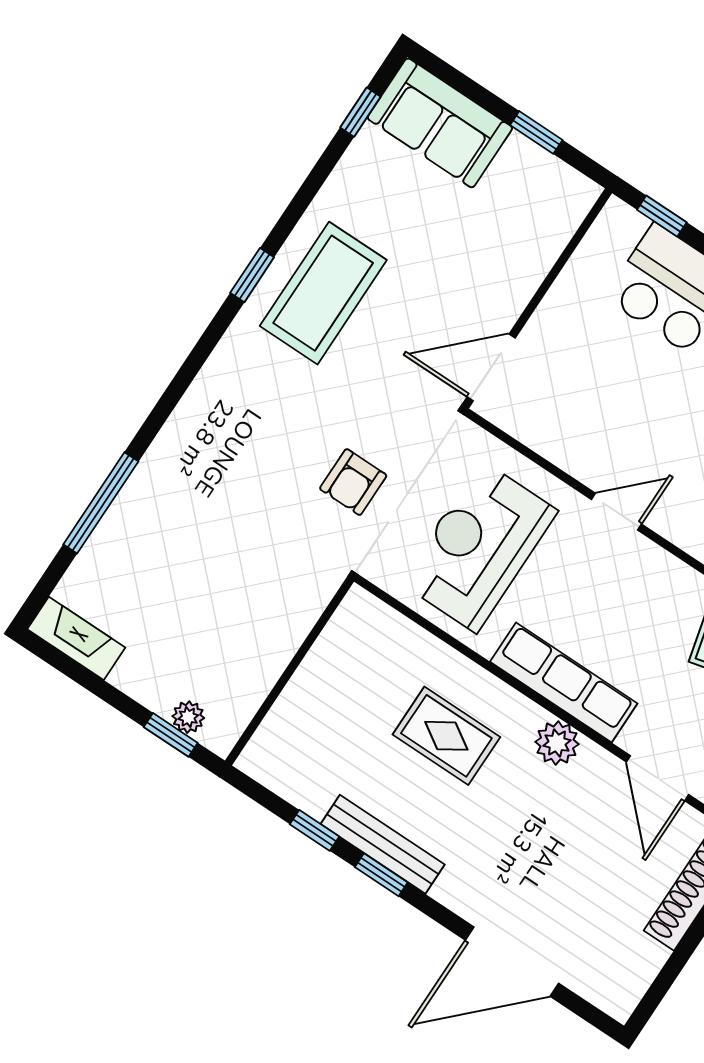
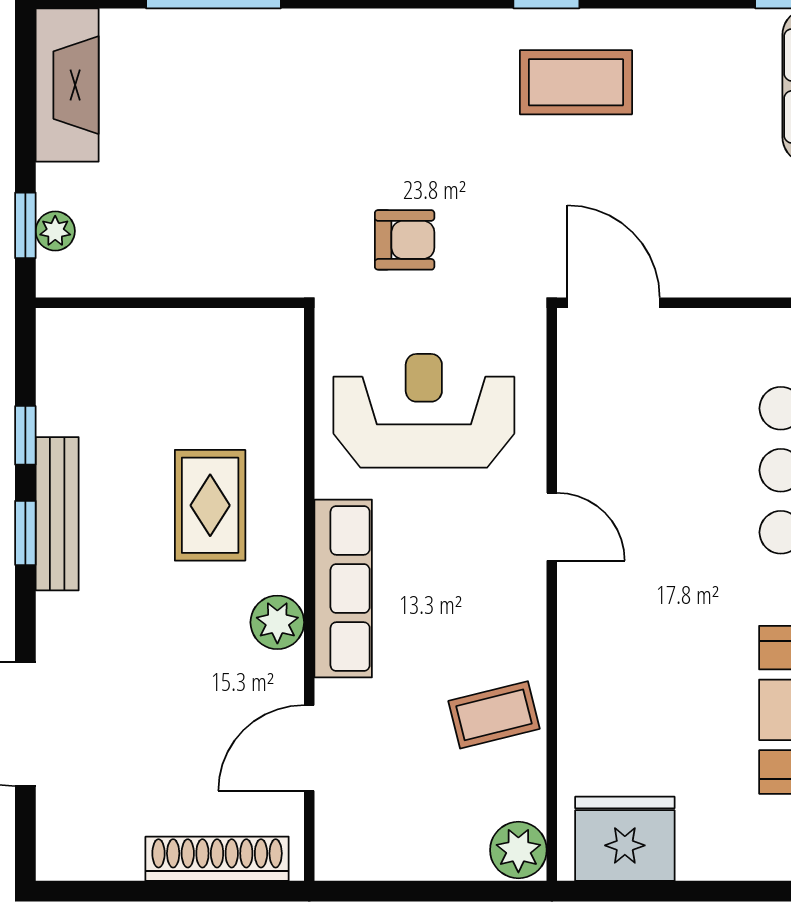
coffee table: (323, 293) -> (576, 82), width x0.73, depth x0.76
armchair: (353, 482) -> (405, 240), turned 180
fireplace: (76, 638) -> (67, 85), width x1.37, depth x1.32

